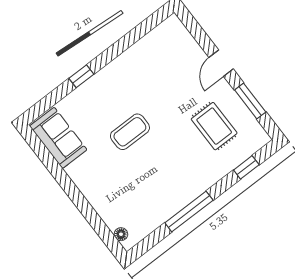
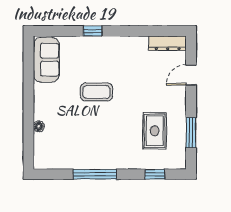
dresser: (162, 33) -> (168, 43), added
door: (221, 63) -> (191, 75), moved
floor lamp: (121, 234) -> (39, 126), moved

